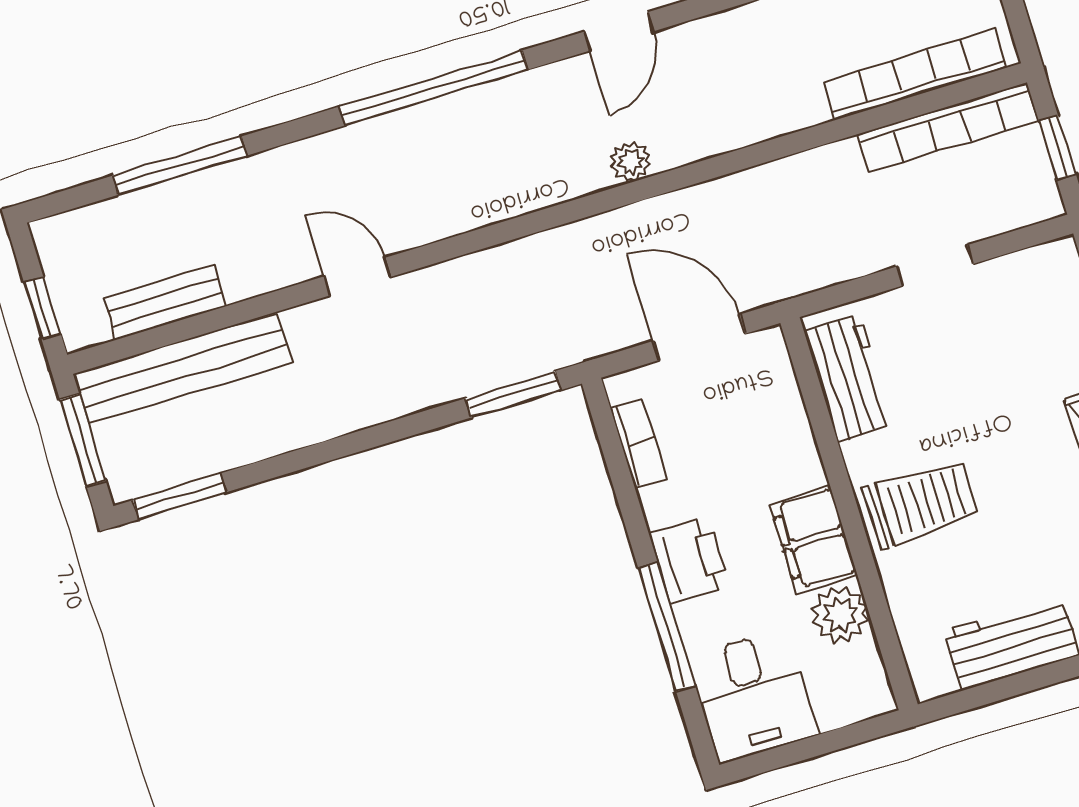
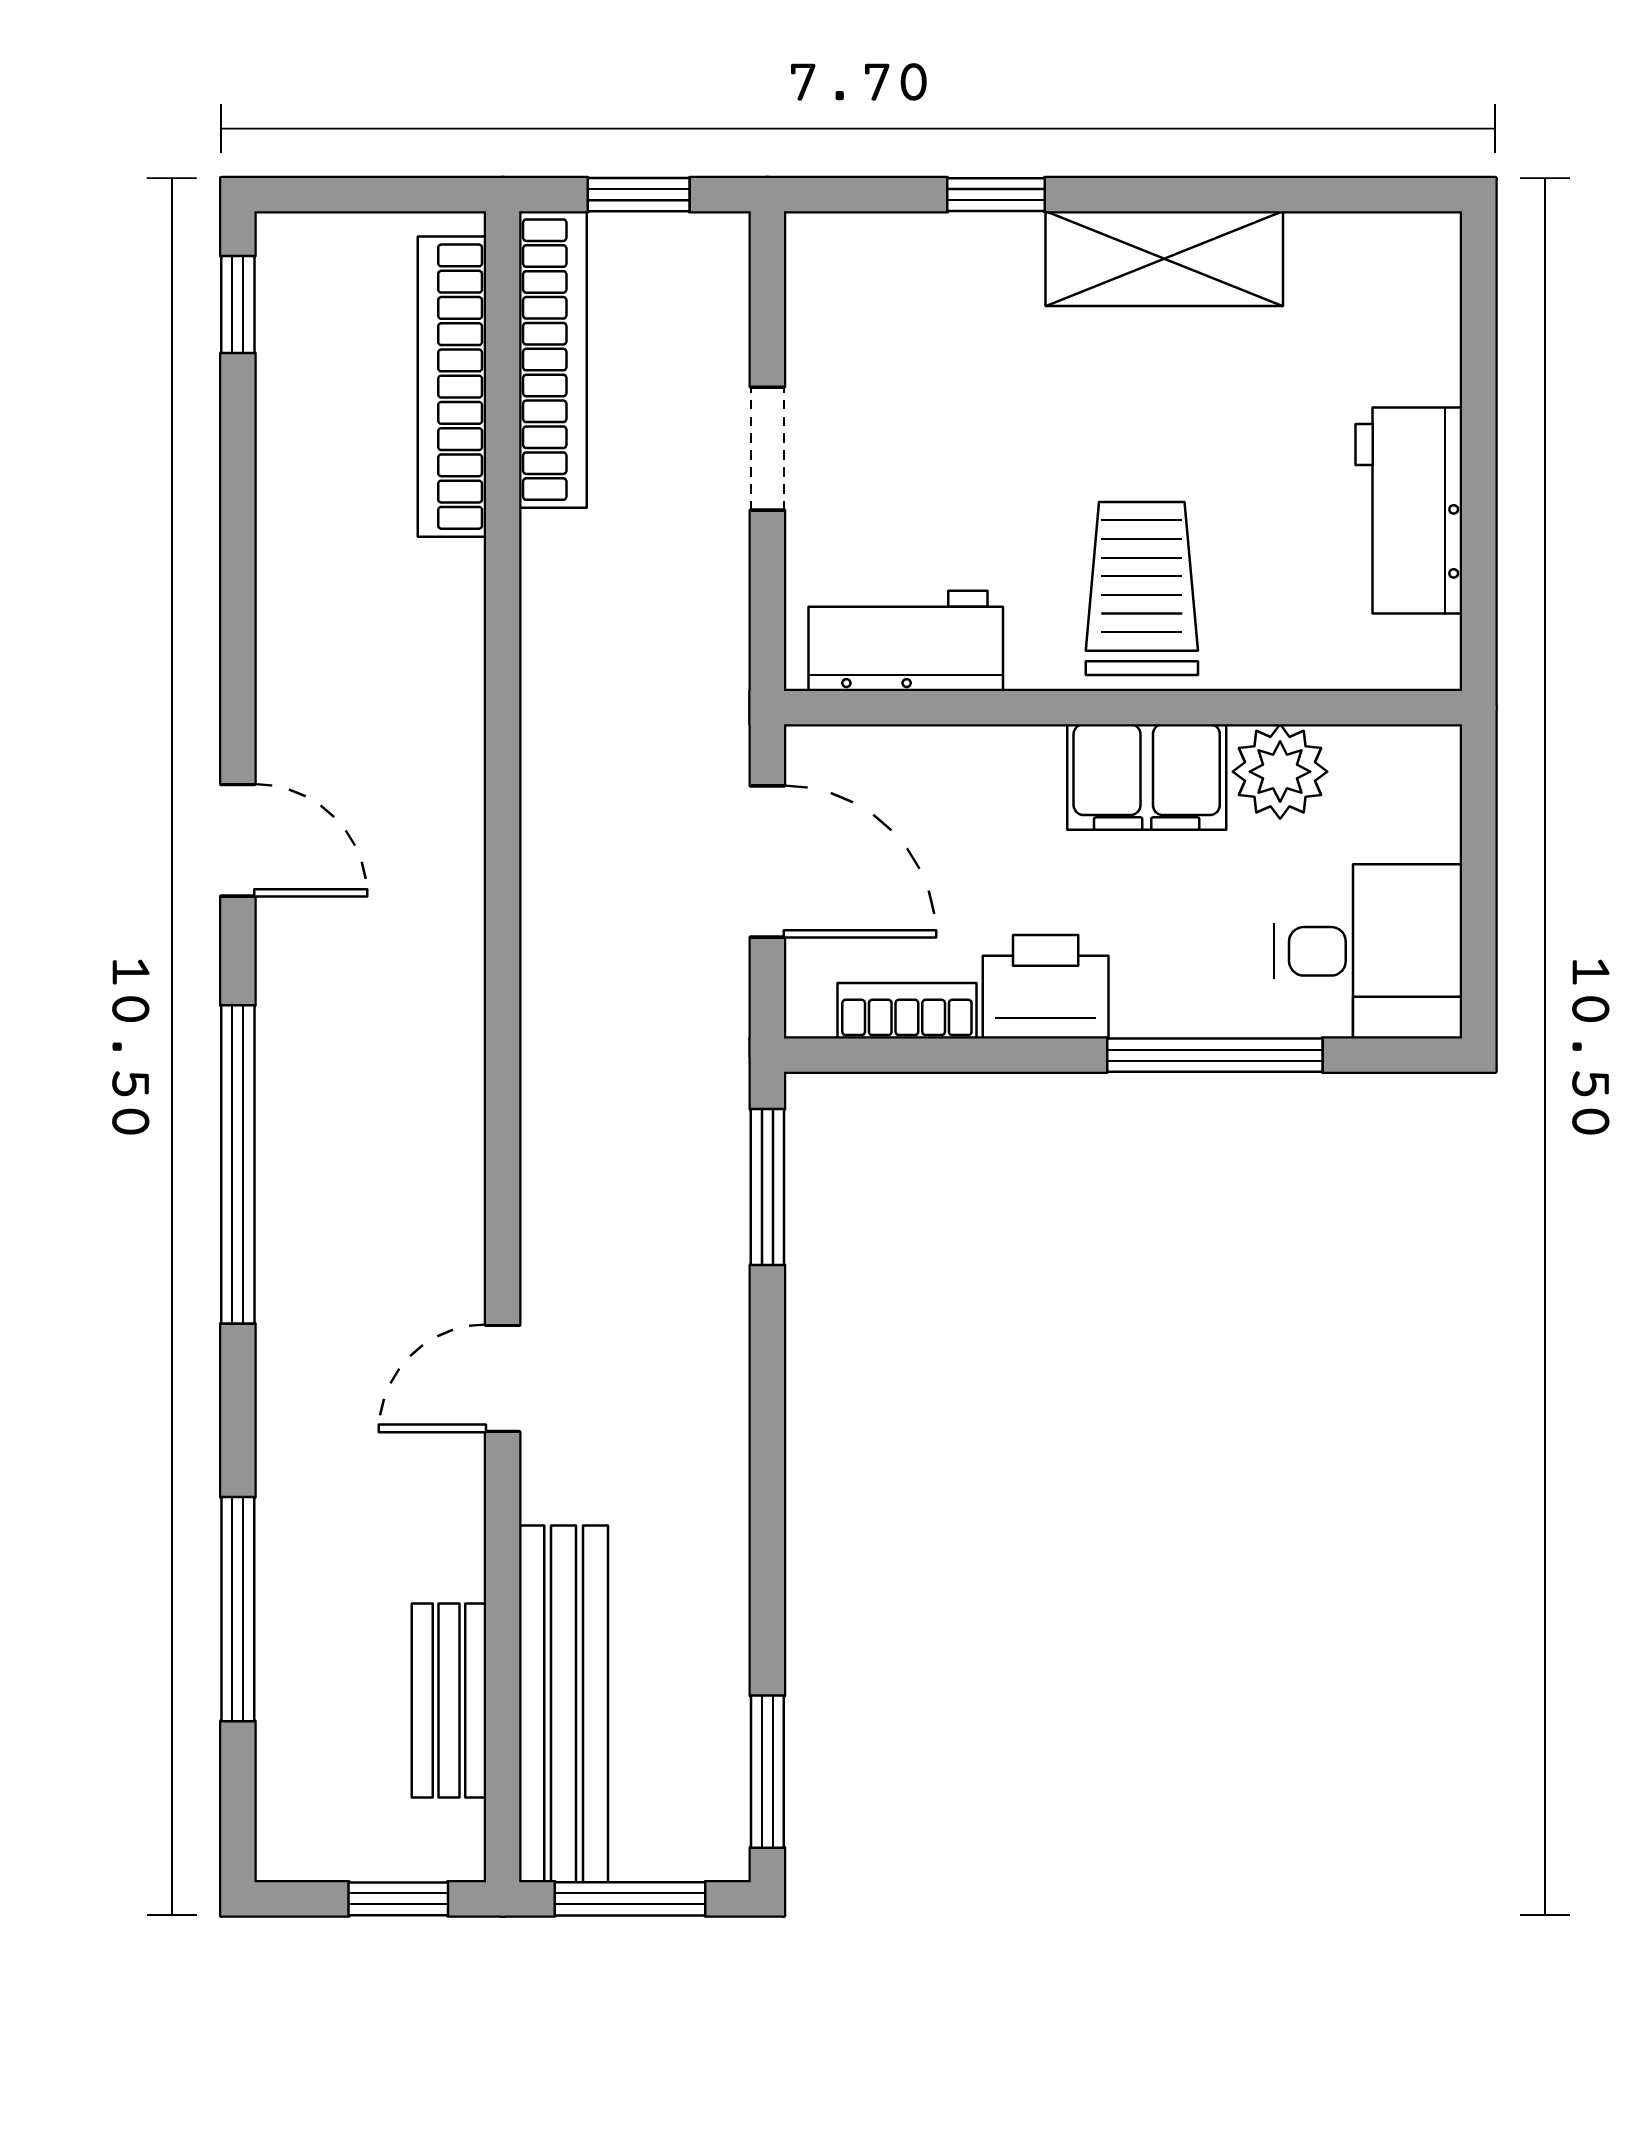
plant: (630, 162) -> (452, 885), removed
door: (699, 337) -> (767, 862), swing flipped
printer: (689, 560) -> (1046, 987), moved

